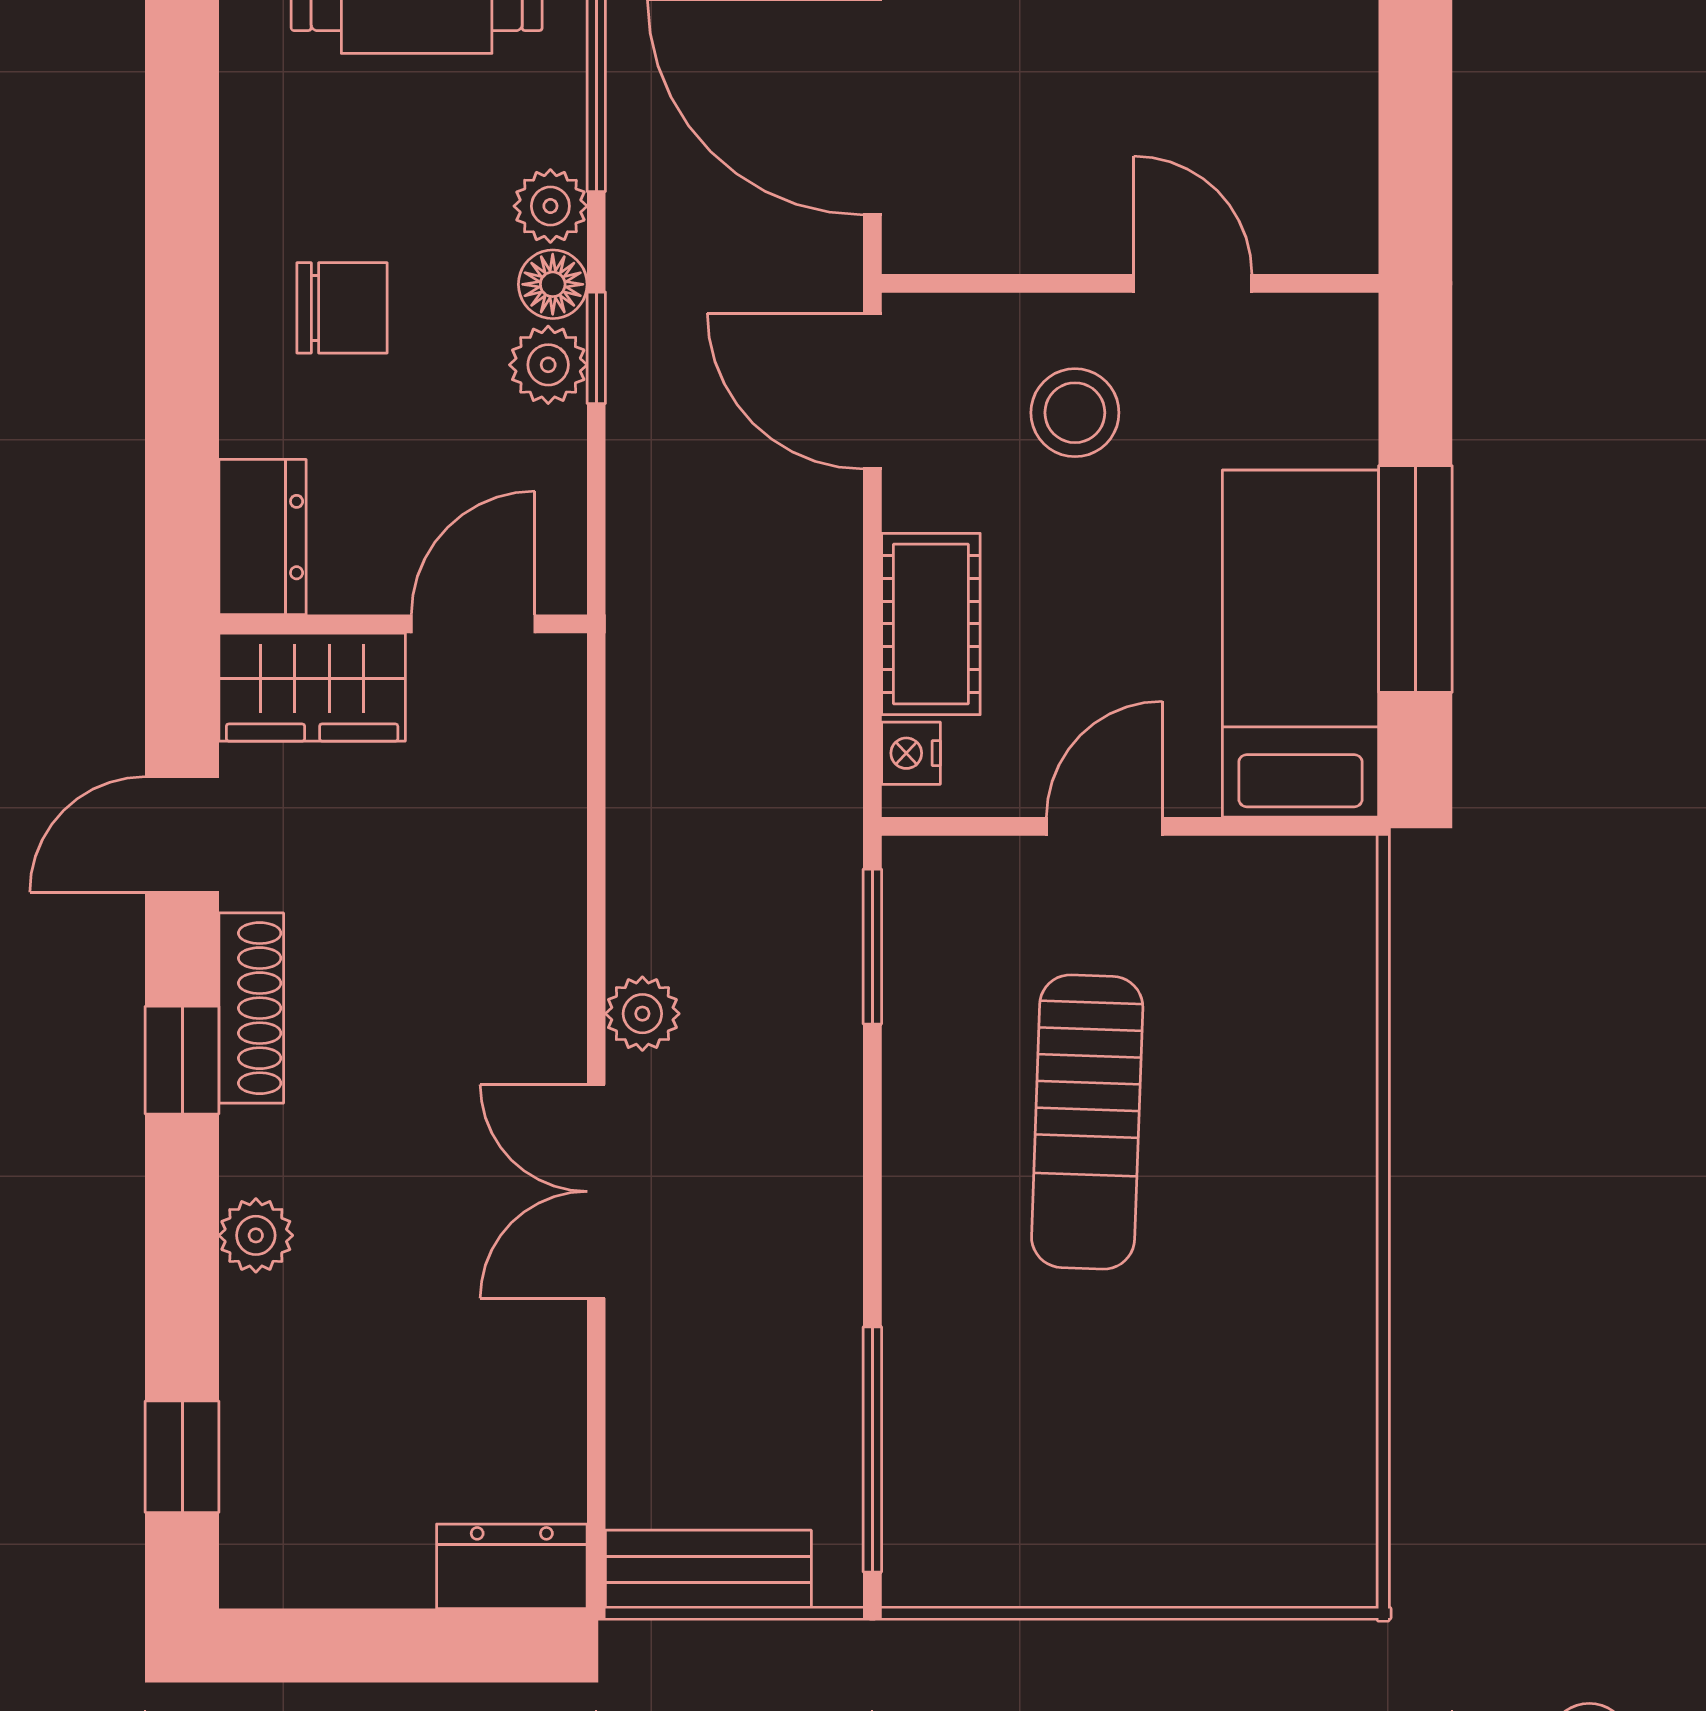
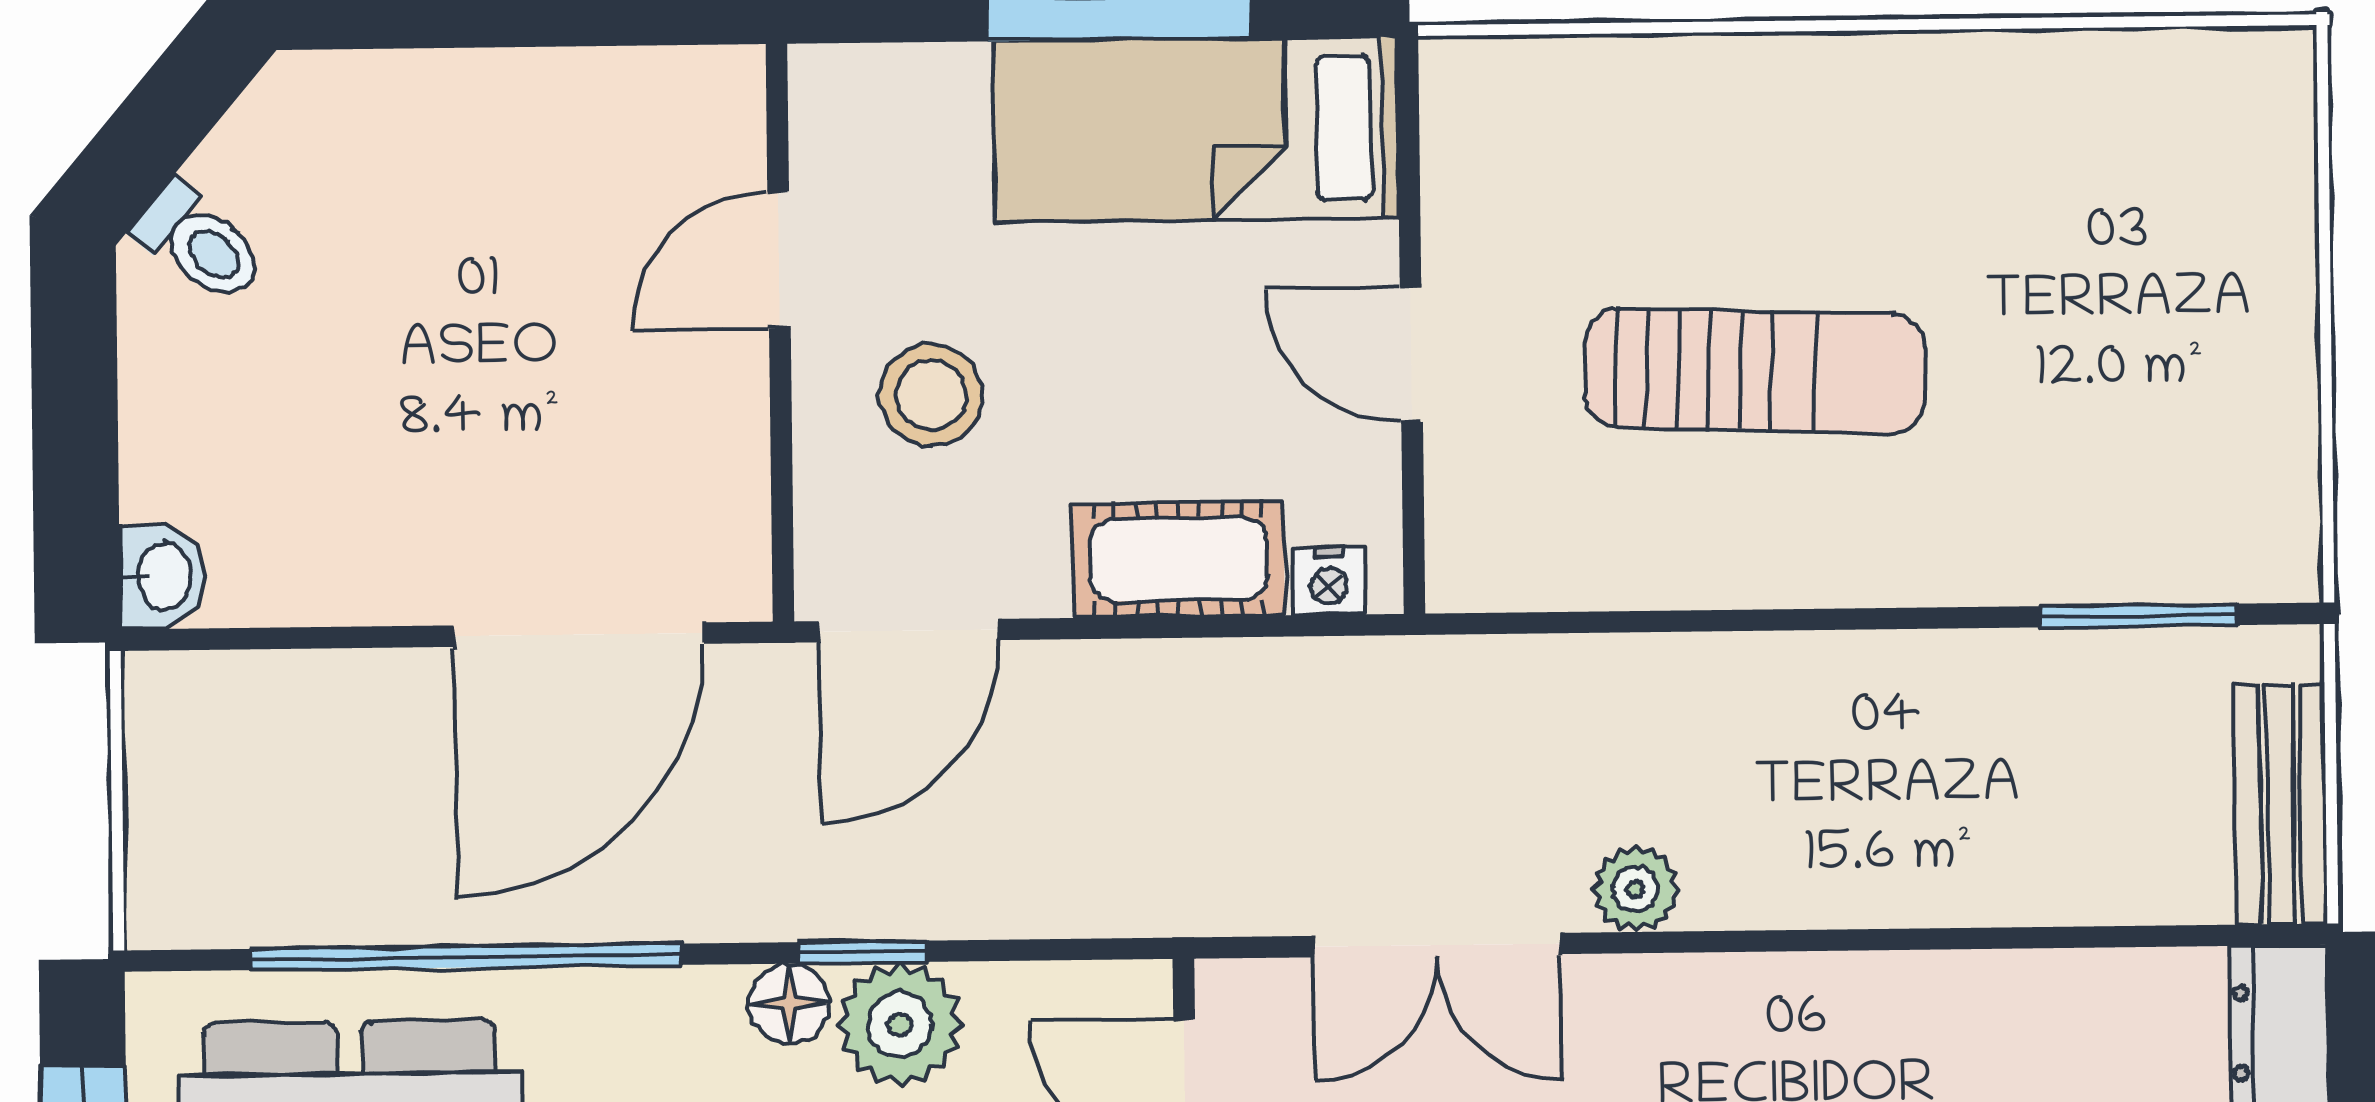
plant: (550, 206) -> (698, 1007), removed
plant: (548, 365) -> (900, 1024), width x1.38, depth x1.38
window: (872, 947) -> (1554, 623), removed
double door: (596, 1191) -> (1436, 945), moved
window: (872, 1449) -> (2139, 616), width x0.69

